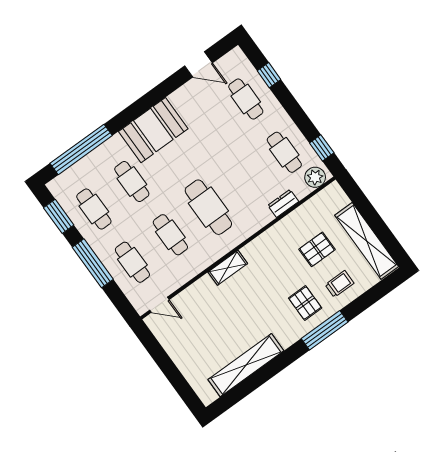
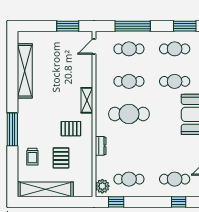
dresser: (283, 203) -> (101, 146), moved
window: (93, 263) -> (133, 26), moved
pallet: (305, 303) -> (71, 129), moved
window: (158, 353) -> (68, 26), added

